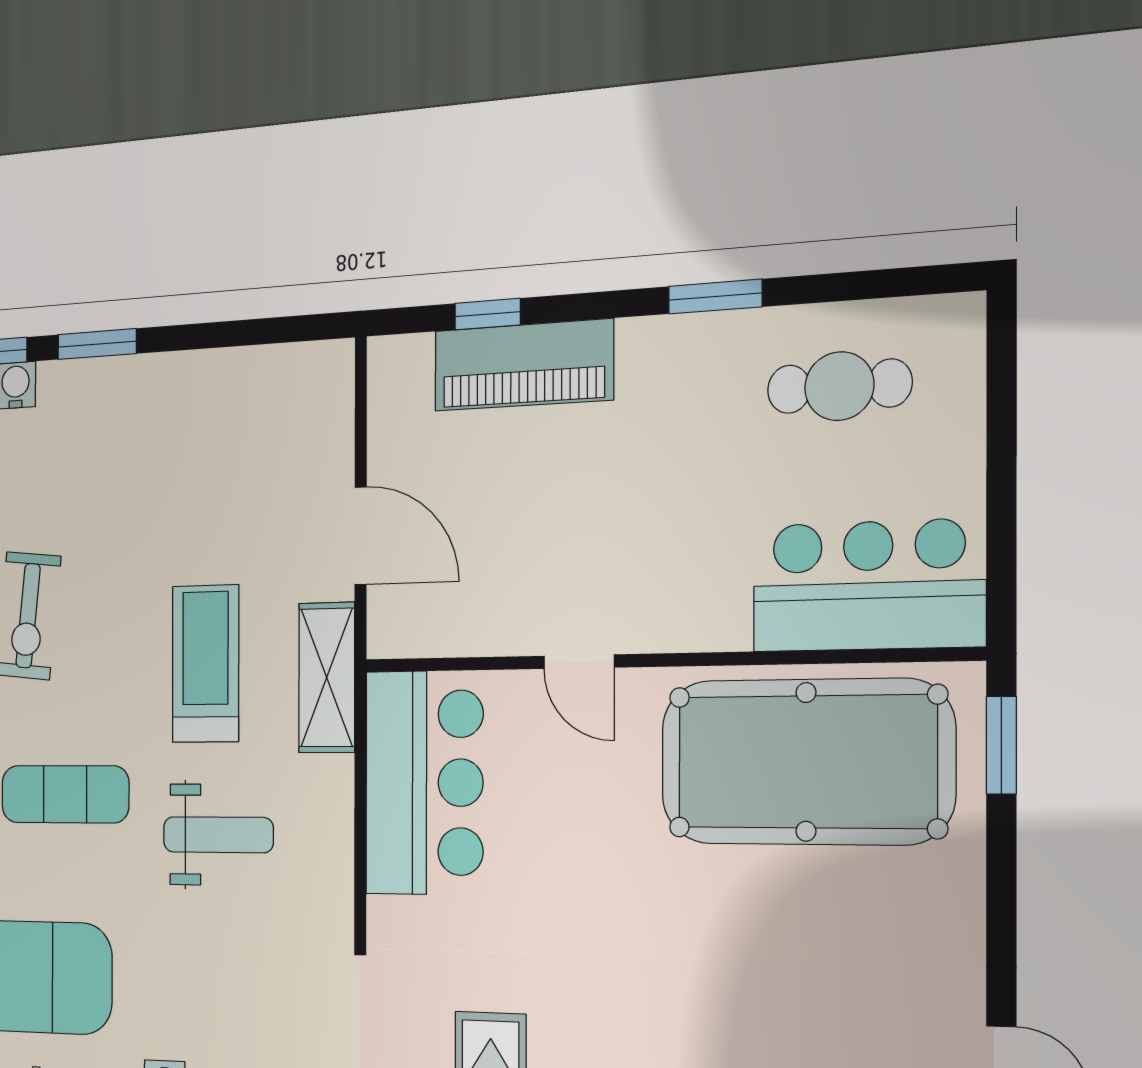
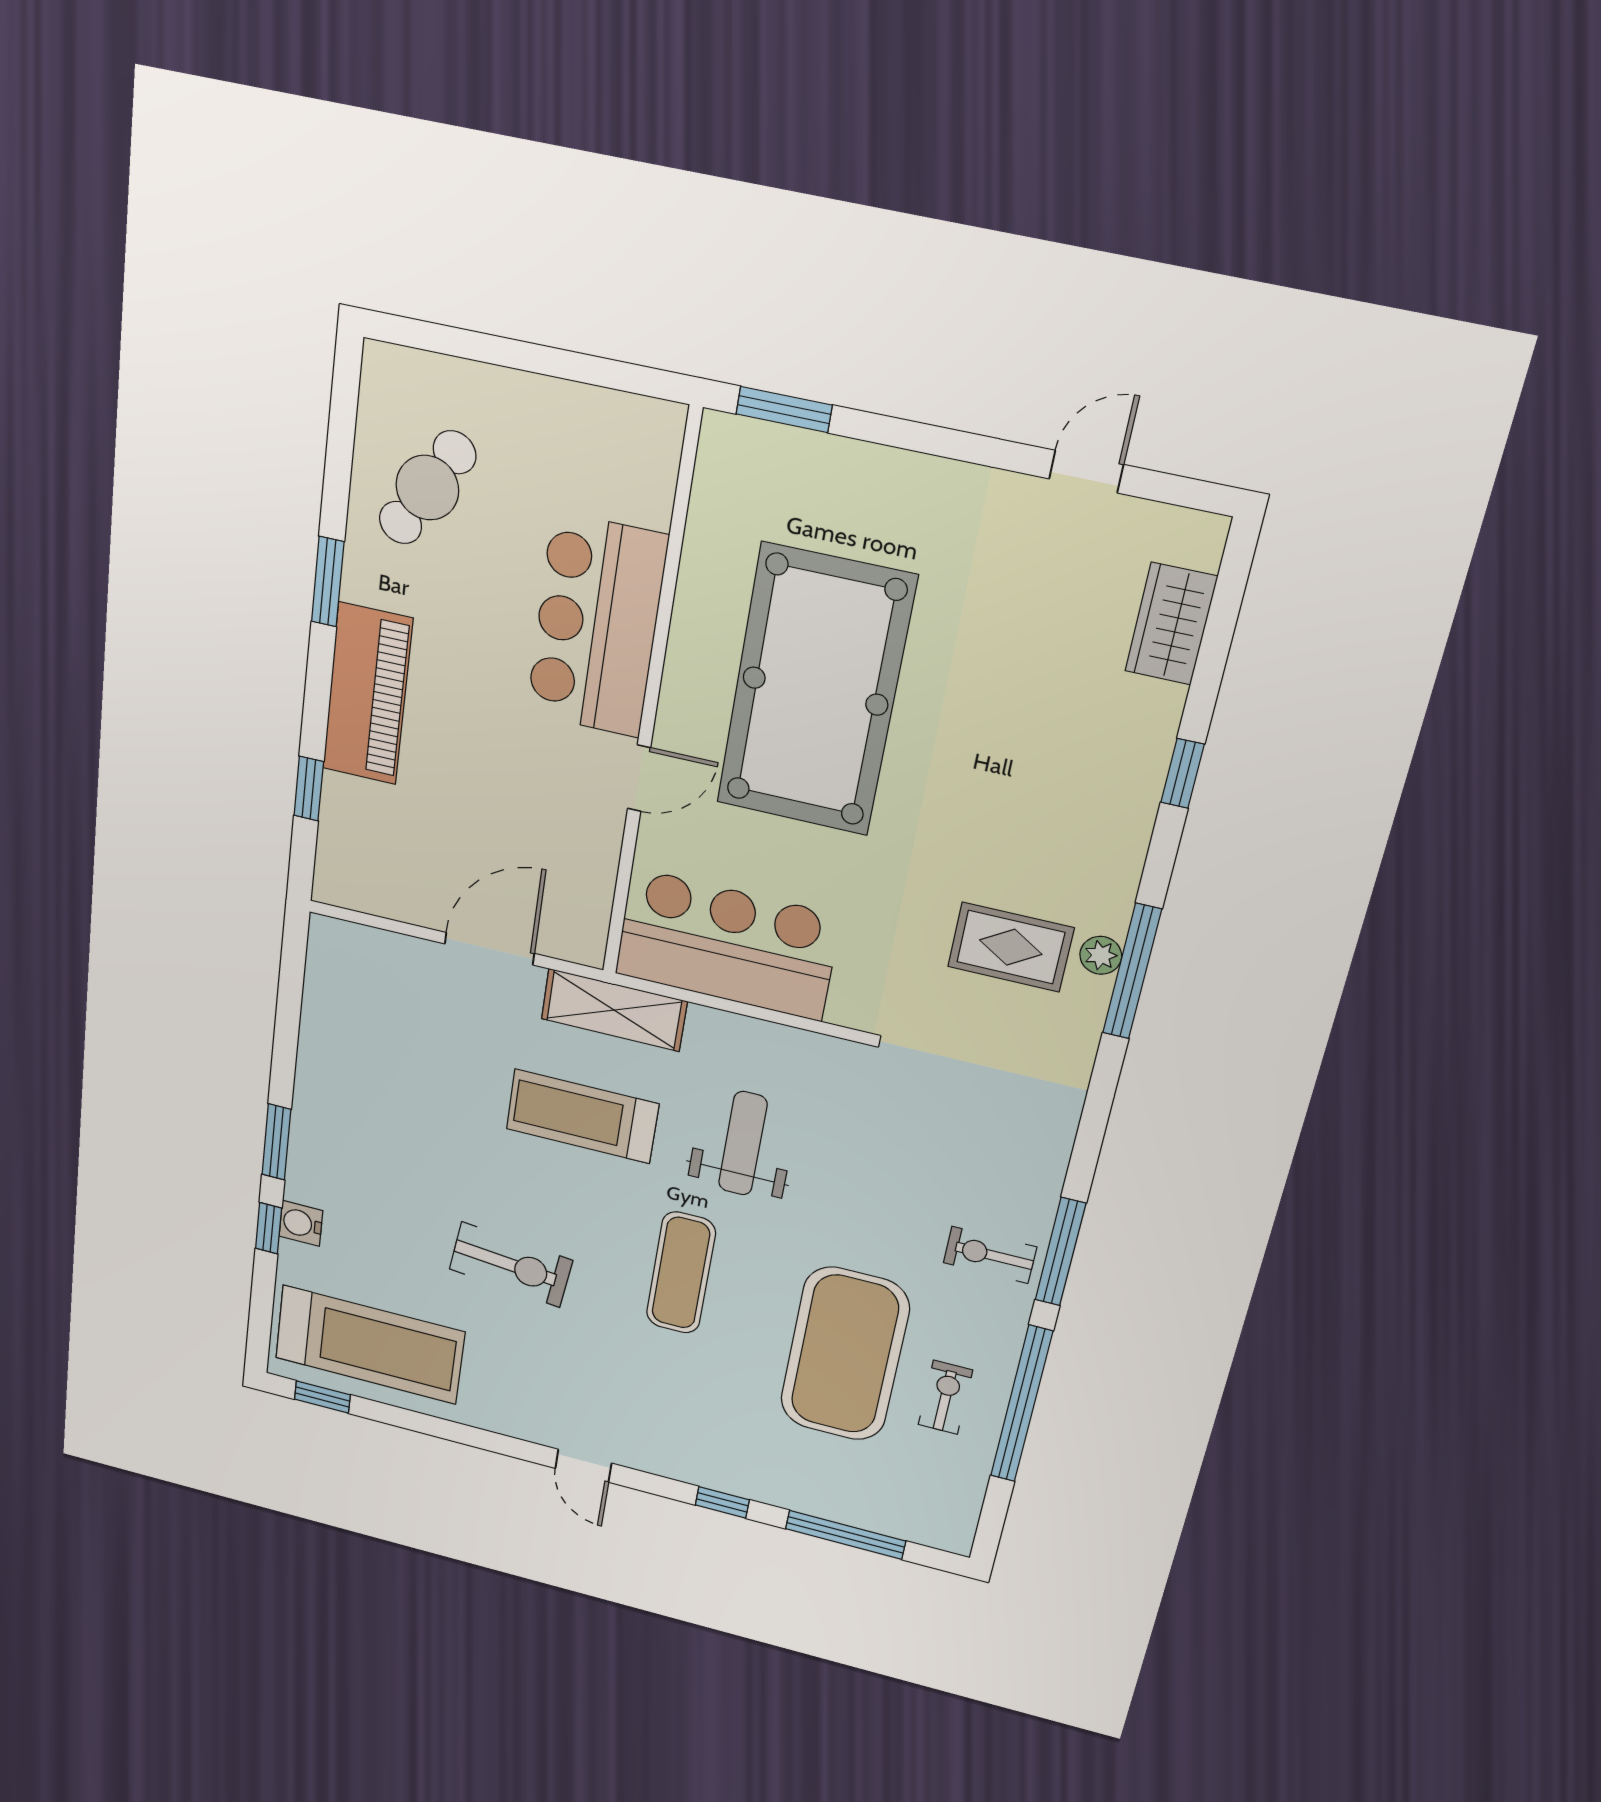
piano: (523, 365) -> (367, 694), moved
cafe table: (839, 386) -> (427, 488), turned 30
bar counter: (868, 586) -> (596, 626), moved
pool table: (806, 762) -> (815, 691), moved

